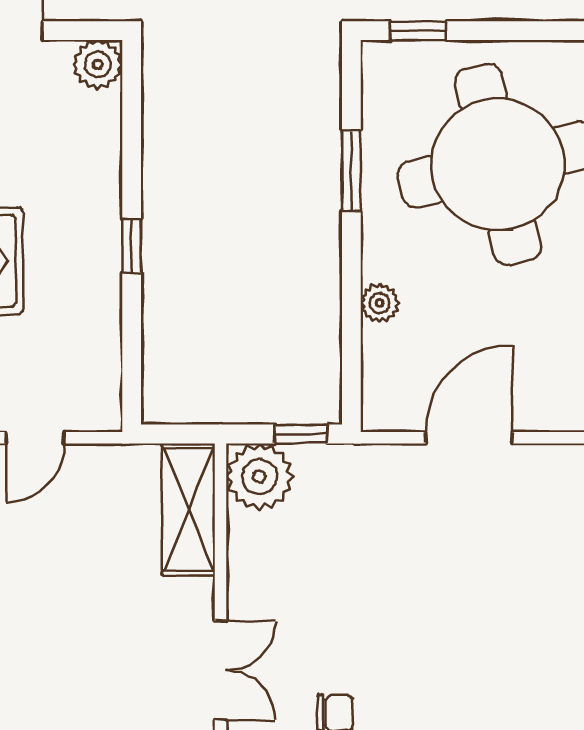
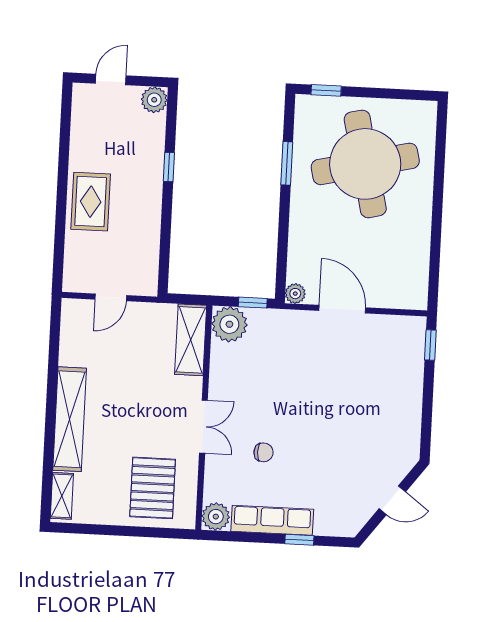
window: (132, 246) -> (169, 167), moved
plant: (380, 303) -> (295, 294), moved
door: (469, 438) -> (342, 309), hinge flipped

